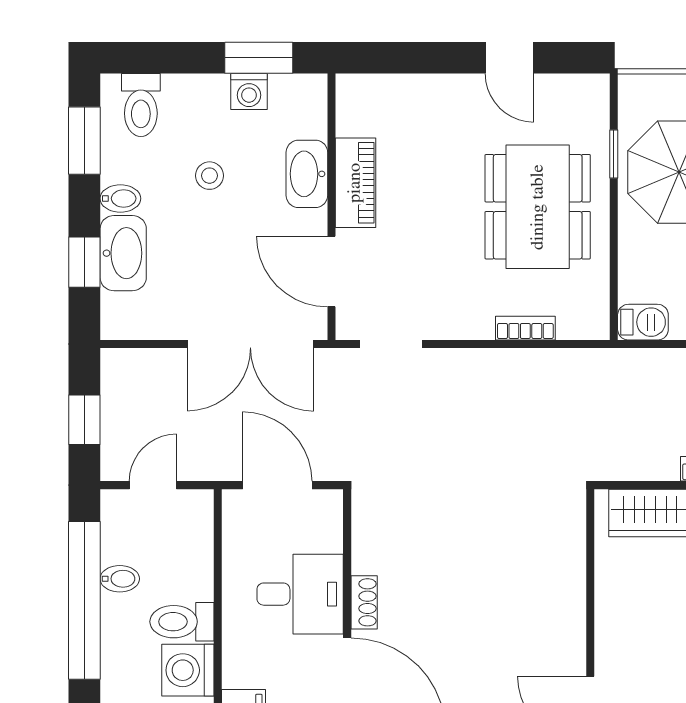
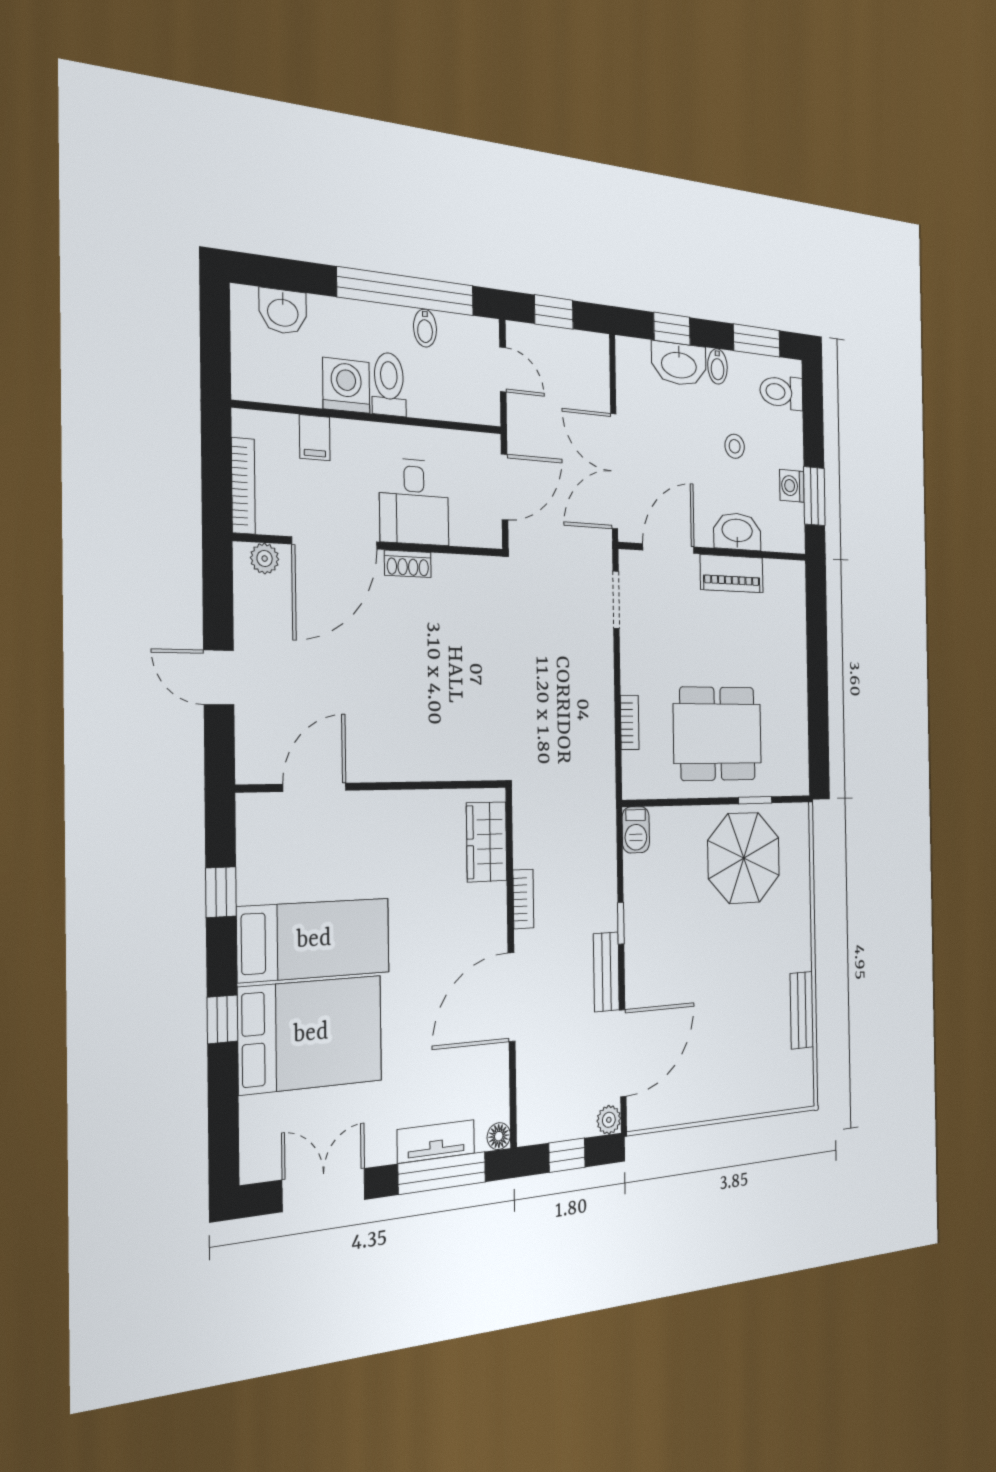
door: (509, 58) -> (818, 709), removed

